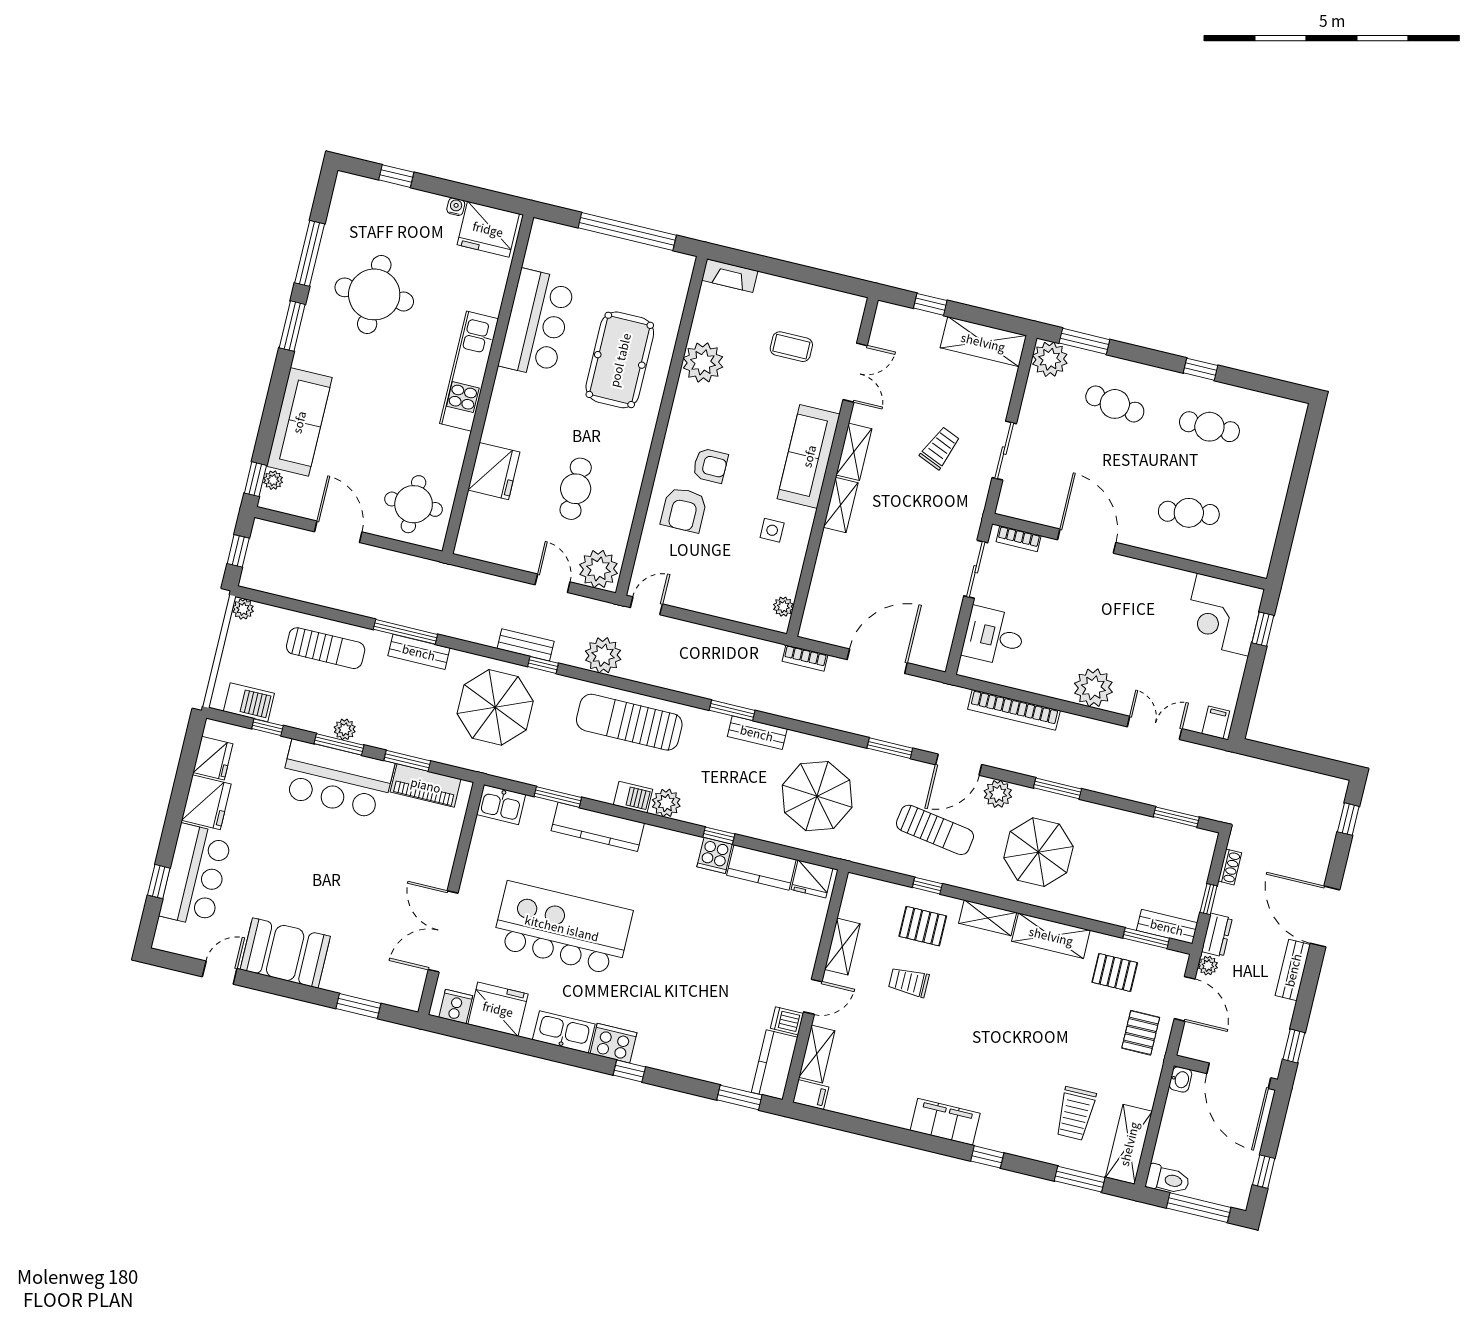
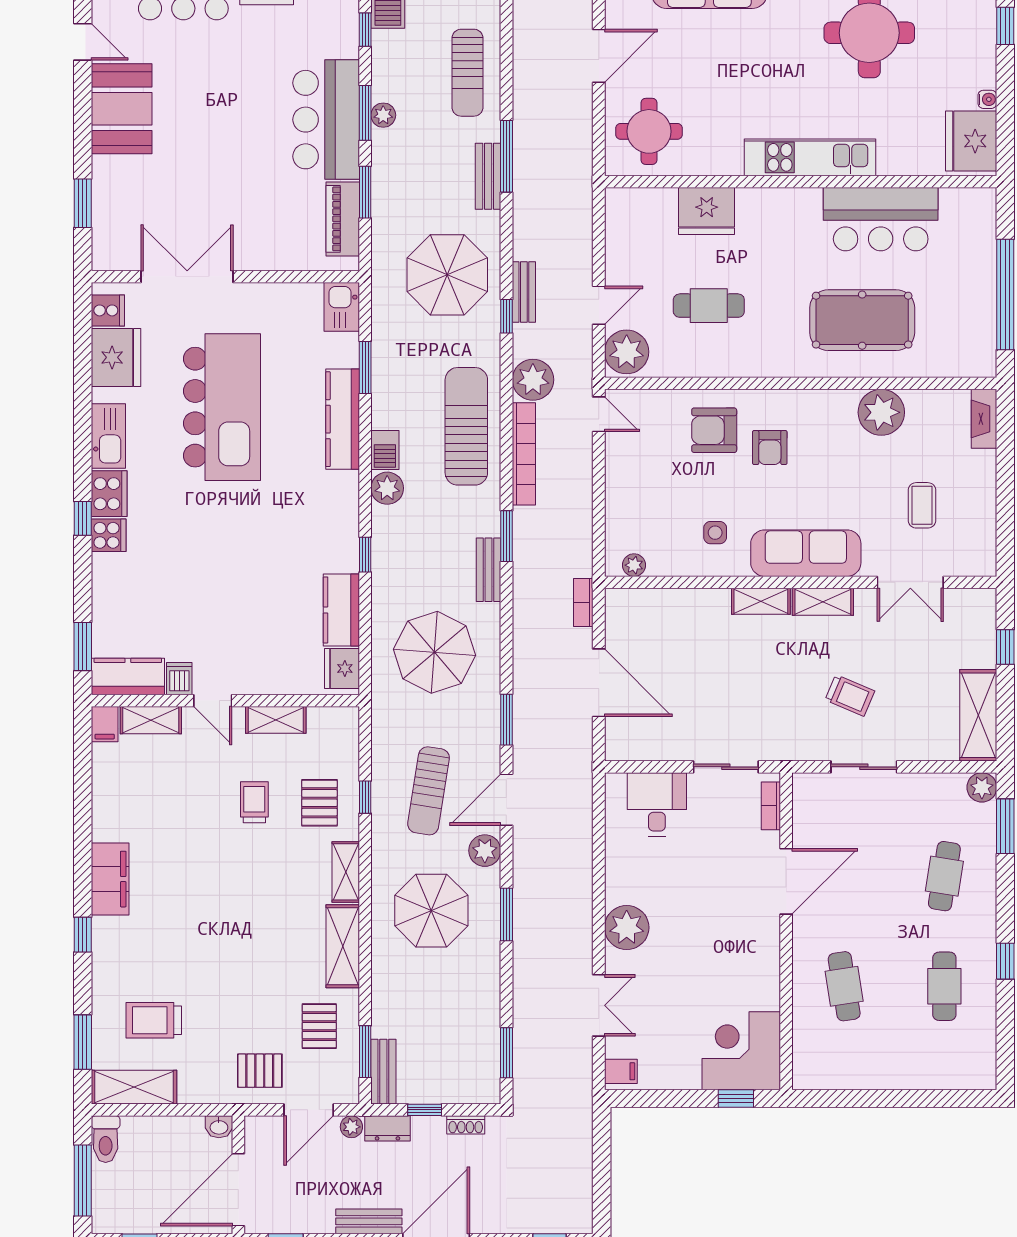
plant: (1050, 359) -> (982, 787), width x0.73, depth x0.73
bookcase: (1014, 710) -> (524, 454), moved, turned 180
door: (959, 765) -> (506, 800), hinge flipped
cooker: (715, 855) -> (109, 535), moved, turned 180

